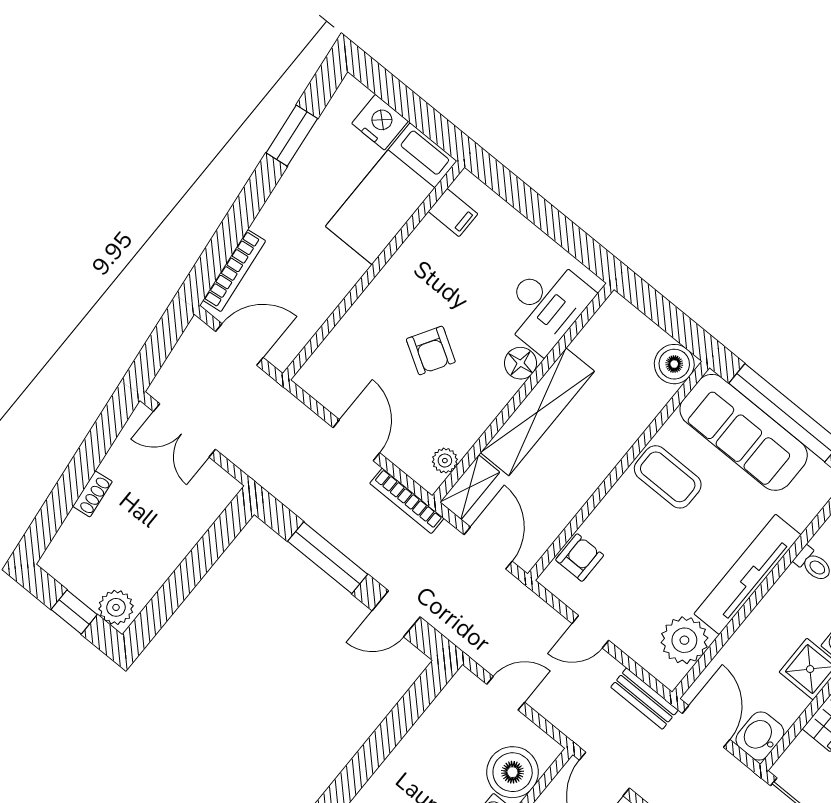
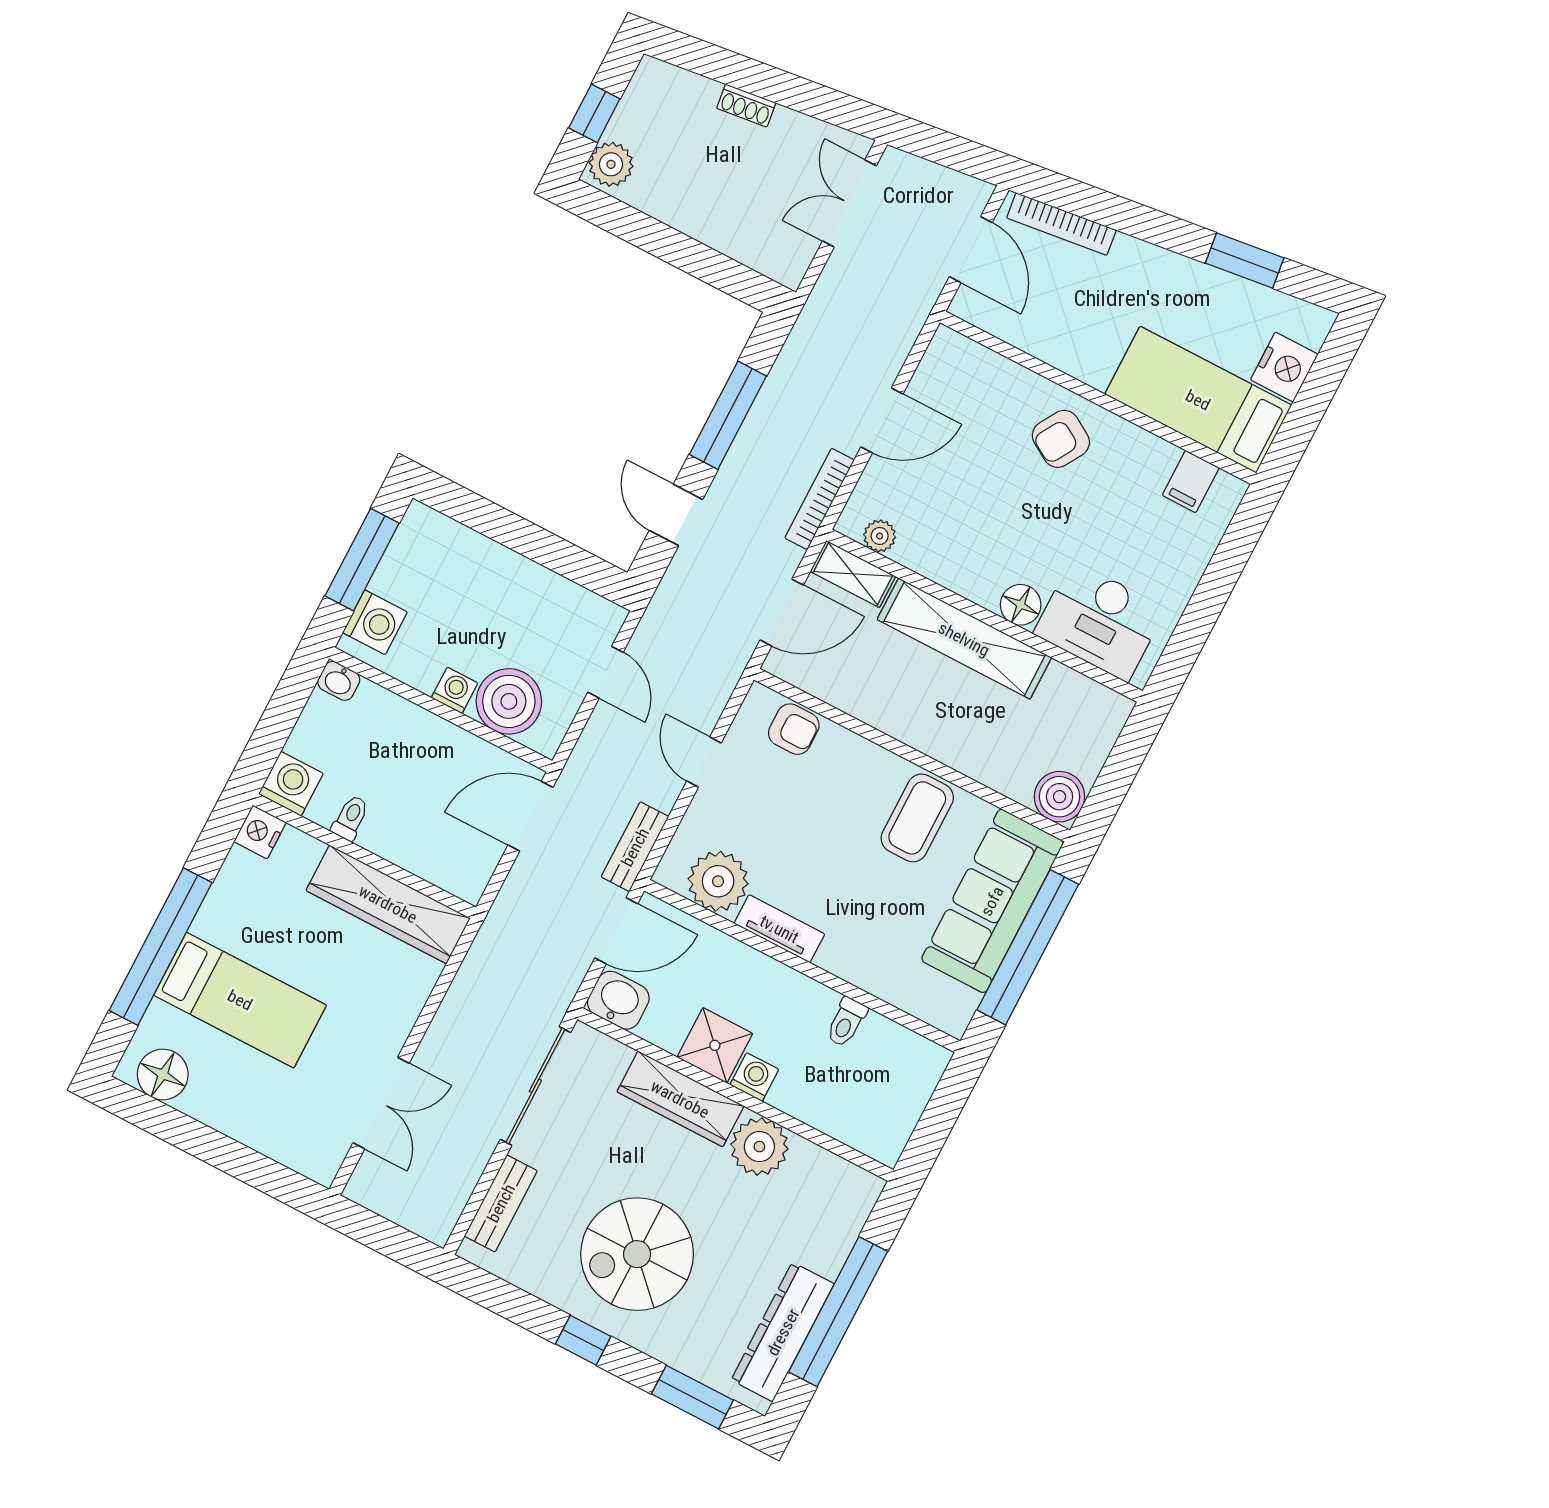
armchair: (431, 351) -> (1061, 439), moved
tv unit: (748, 574) -> (779, 929), width x0.52, depth x0.78

